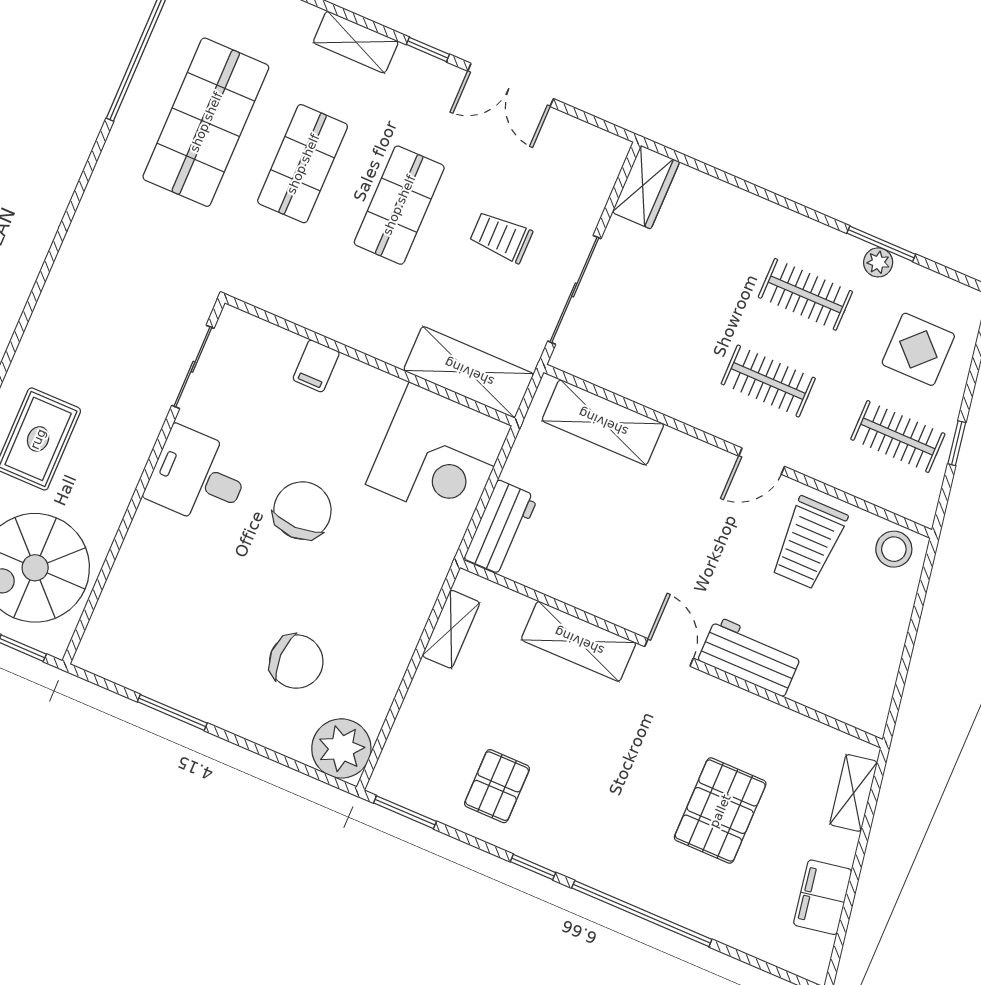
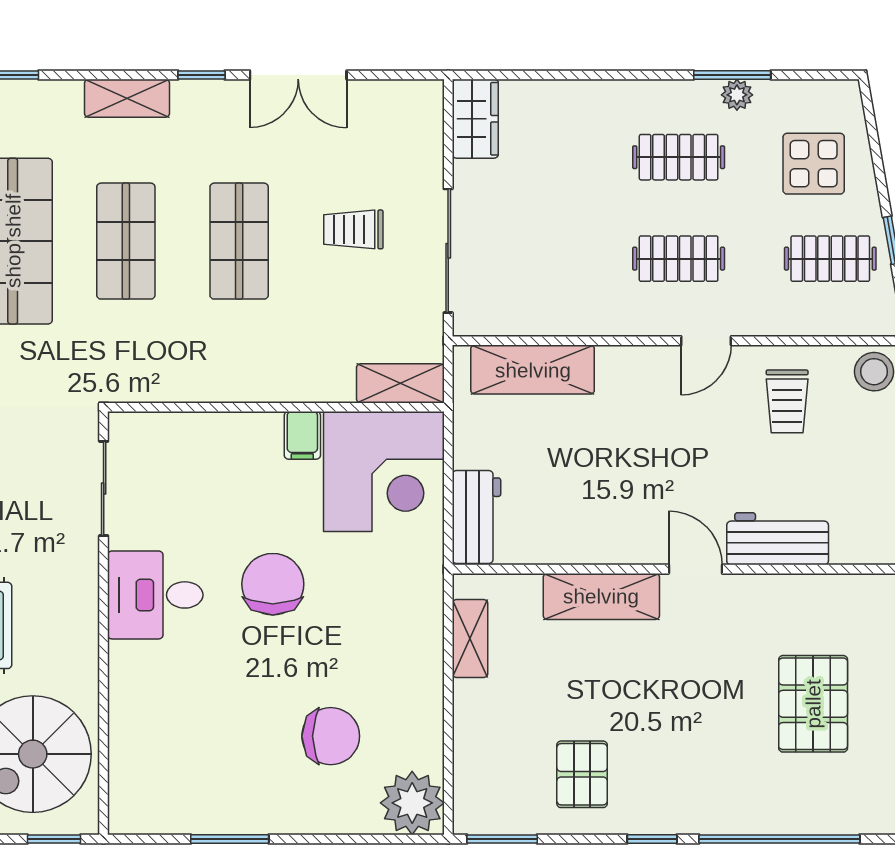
filing cabinet: (316, 366) -> (302, 435), moved
shelving: (469, 372) -> (400, 383), width x0.67, depth x0.75
trolley: (809, 543) -> (787, 401), width x0.73, depth x0.72

